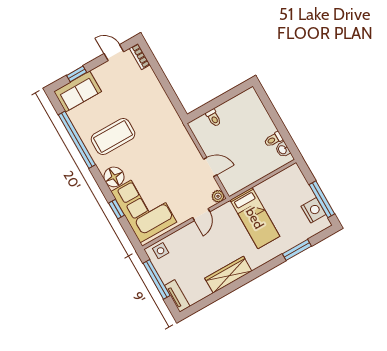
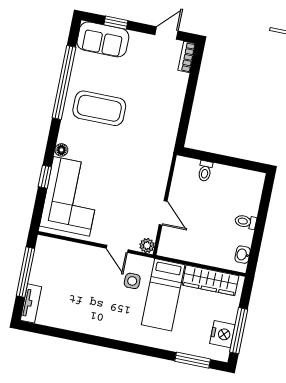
door: (114, 53) -> (166, 33), hinge flipped
toilet: (273, 139) -> (246, 222), moved
floor lamp: (114, 177) -> (61, 150), width x0.53, depth x0.53
door: (201, 215) -> (117, 249), hinge flipped
window: (297, 250) -> (193, 360), moved
side table: (161, 251) -> (132, 281), moved
wardrobe: (228, 275) -> (210, 280), moved, turned 180

